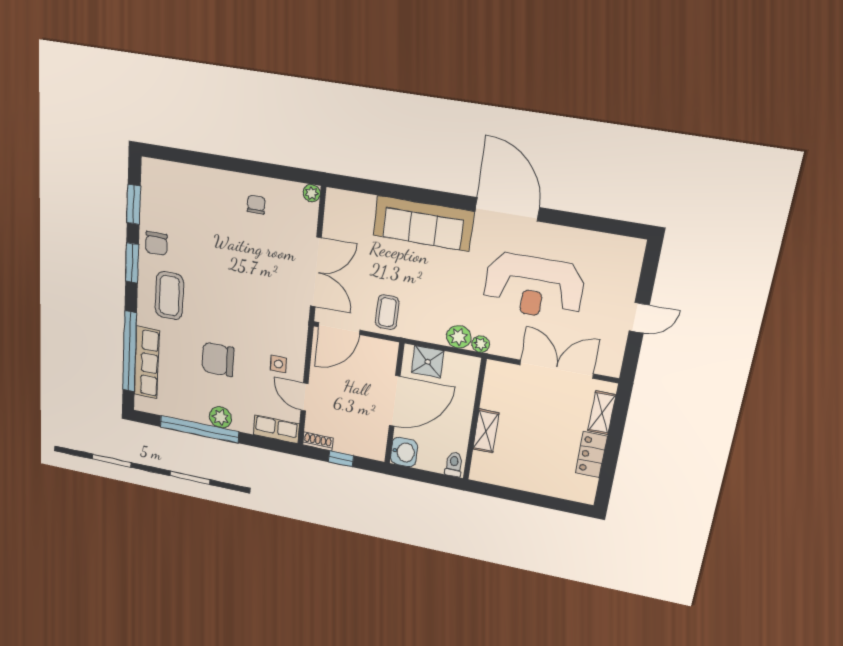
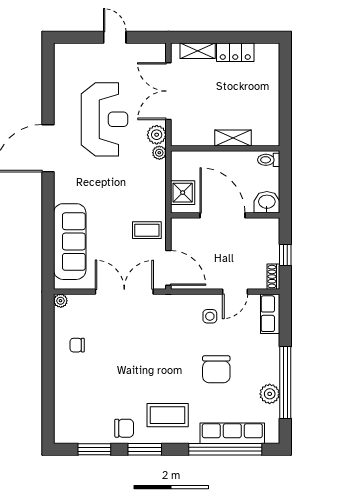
sofa: (423, 223) -> (70, 242), moved
plant: (459, 337) -> (157, 135), moved
plant: (220, 417) -> (270, 394), moved

